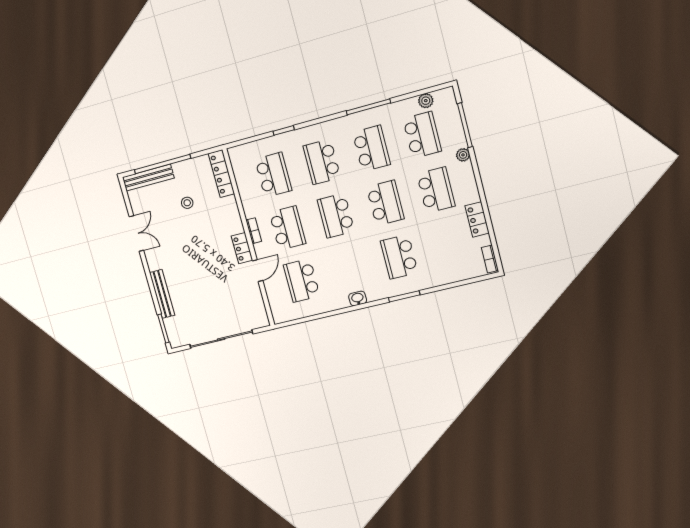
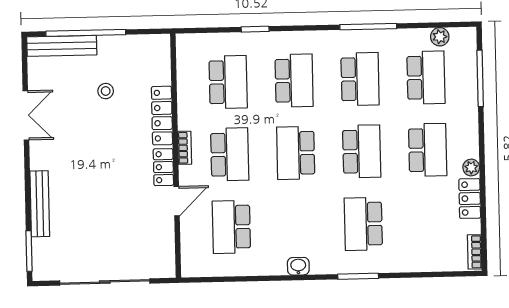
plant: (463, 155) -> (471, 168), moved
school desk: (322, 162) -> (294, 80), turned 180
locker: (221, 174) -> (162, 116), moved

